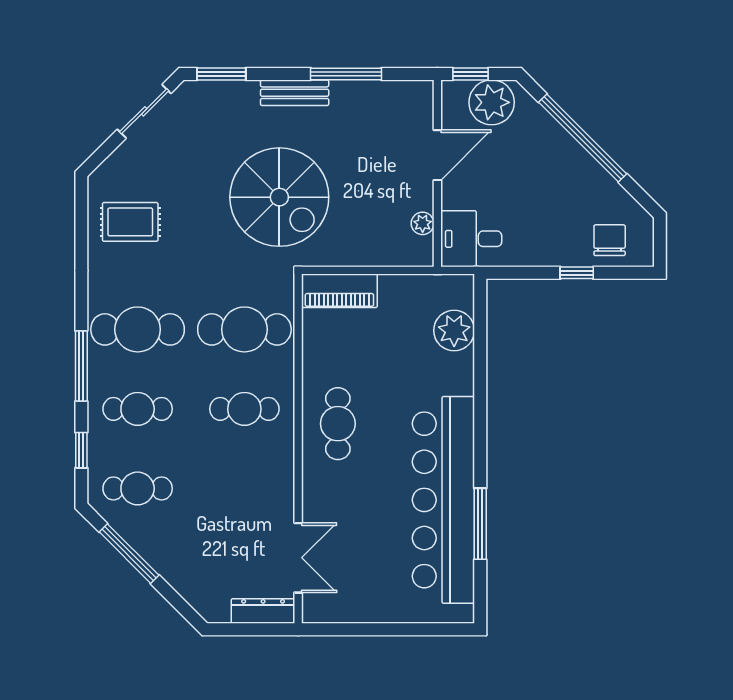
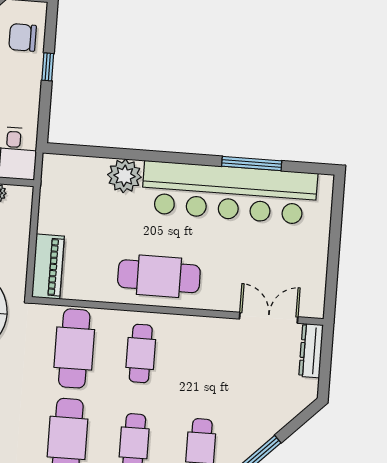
plant: (454, 330) -> (124, 176), moved
cafe table: (338, 424) -> (159, 276), width x1.37, depth x1.35

